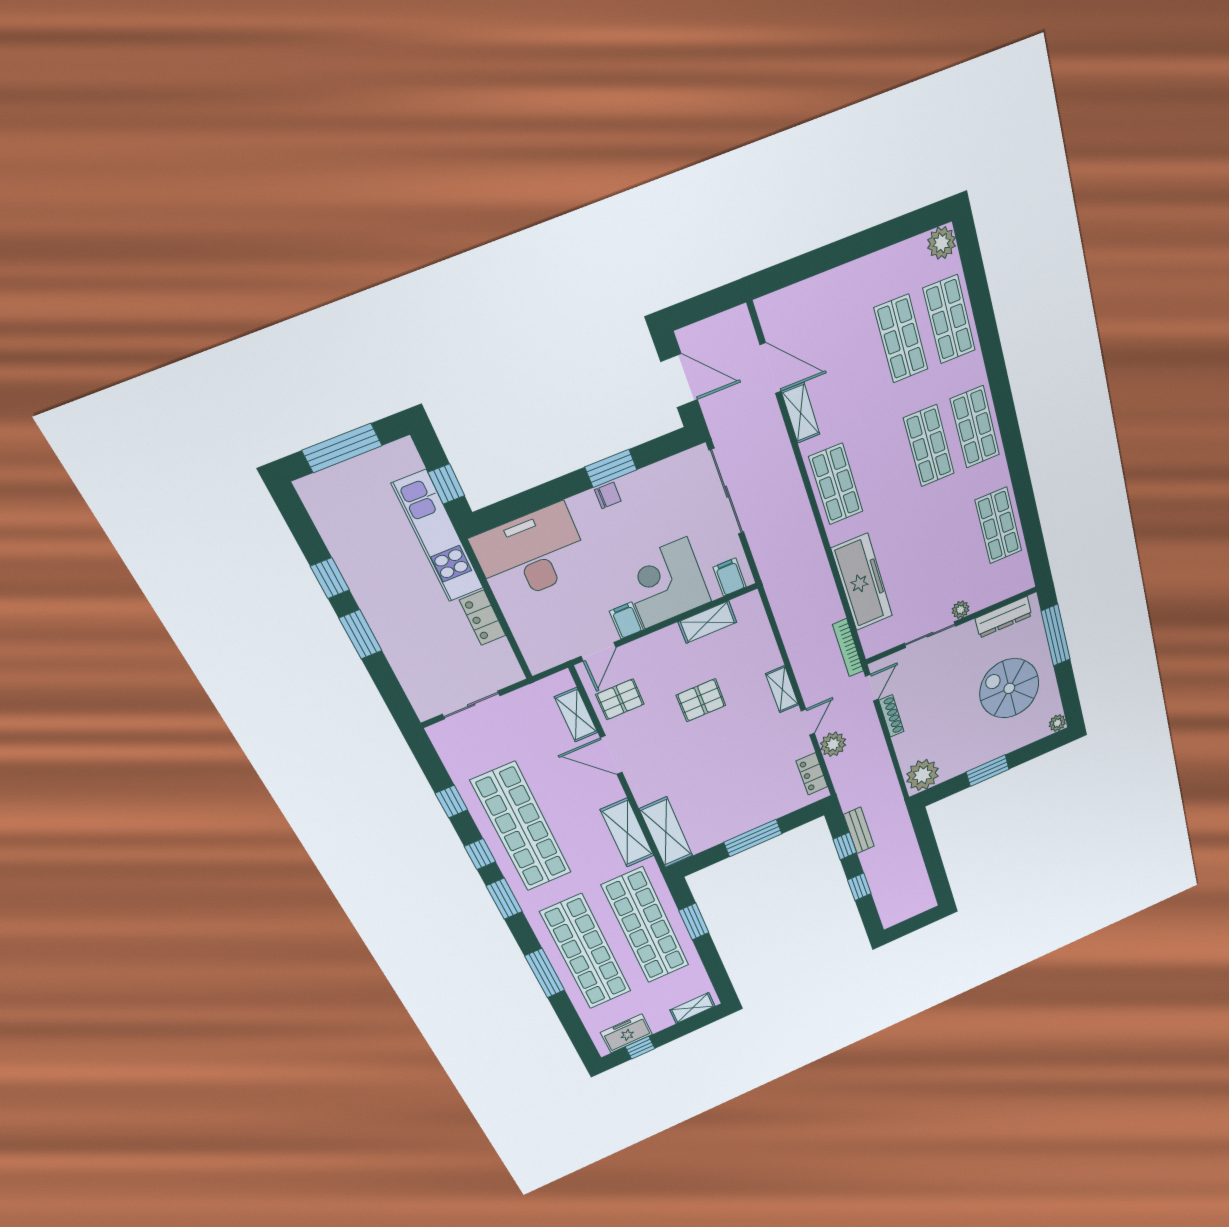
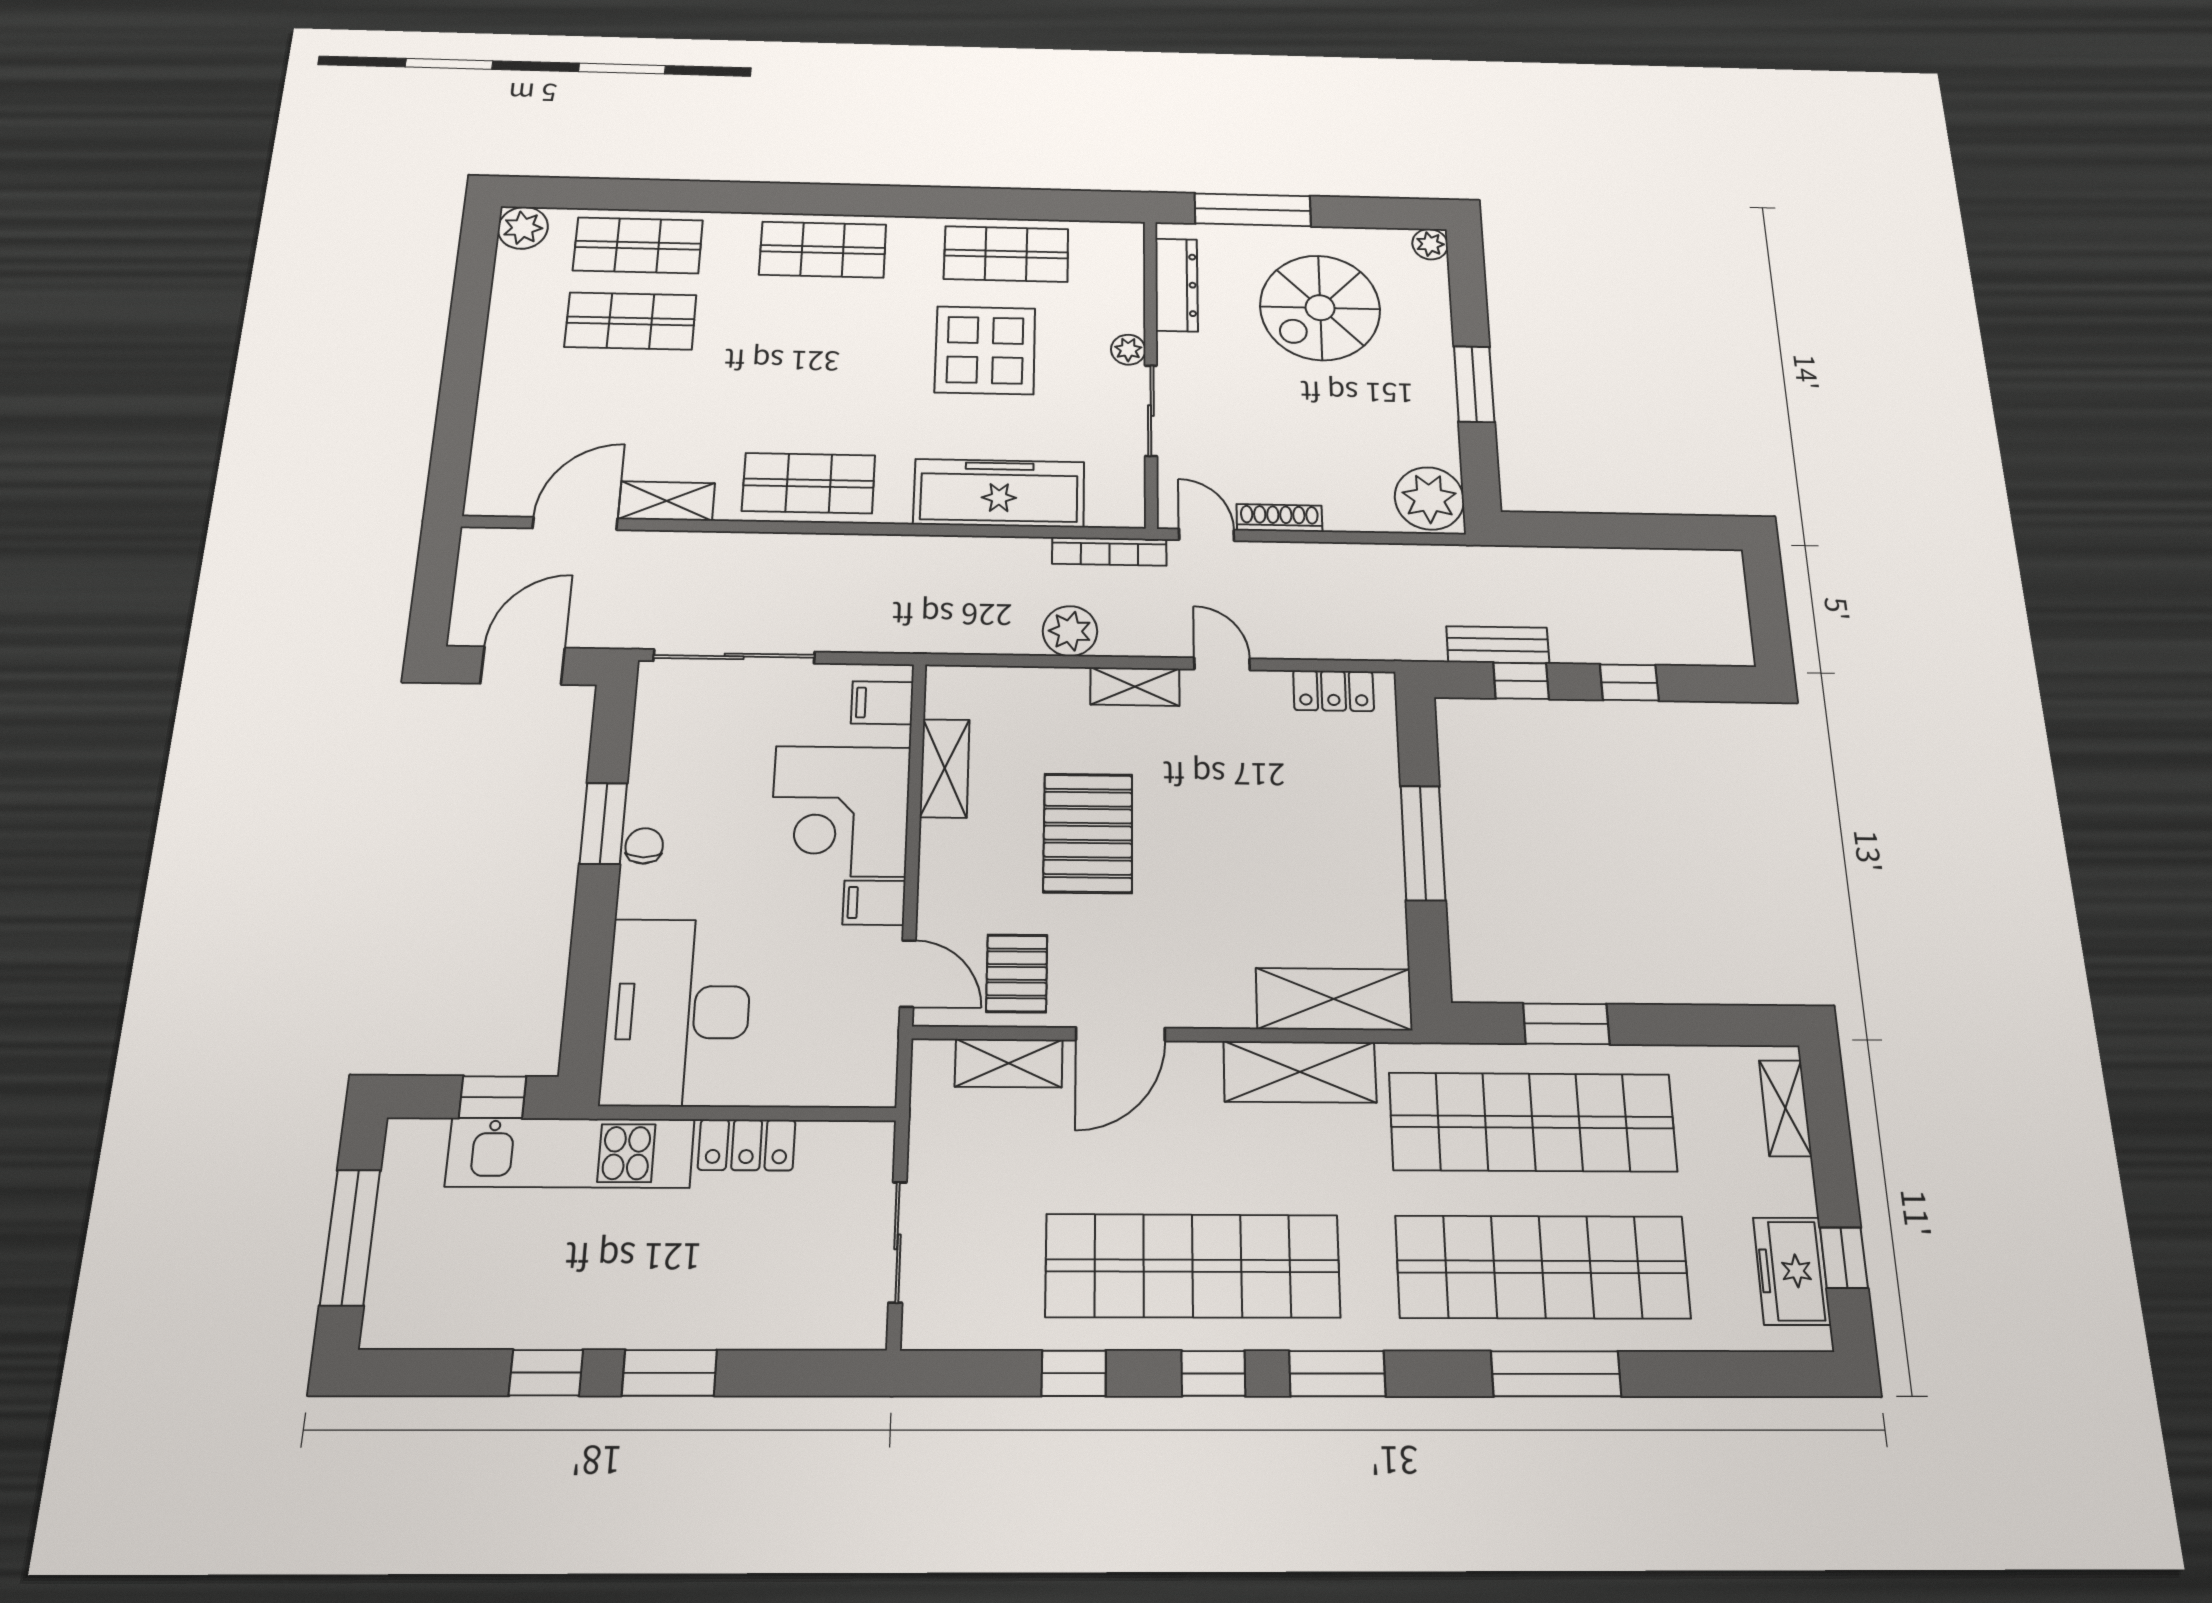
shop shelf: (929, 446) -> (818, 325), removed
display table: (940, 540) -> (985, 350), added
pallet: (701, 700) -> (1088, 833), width x1.50, depth x1.42
plant: (833, 744) -> (1070, 631), moved

